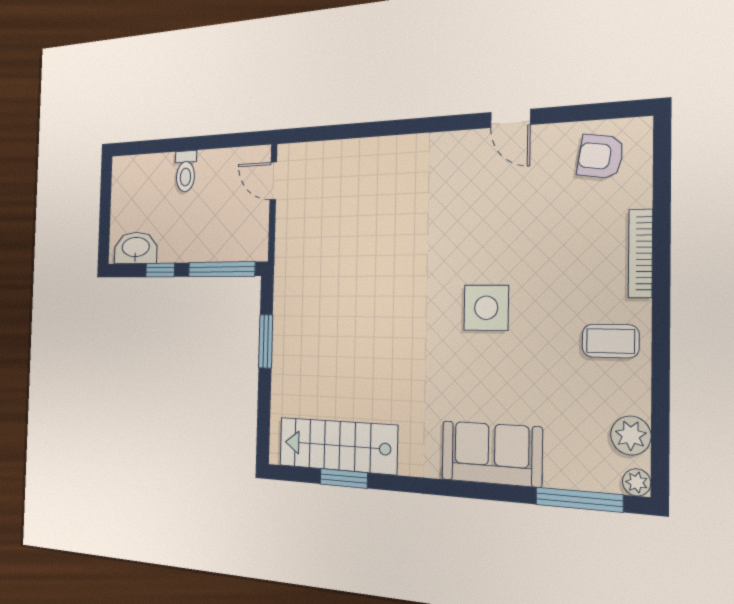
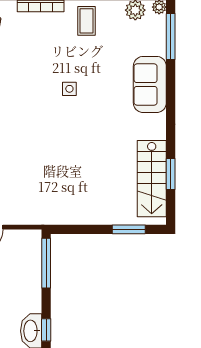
window: (160, 270) -> (46, 330), moved
side table: (486, 308) -> (69, 89), width x0.54, depth x0.54
window: (266, 341) -> (129, 229), moved

